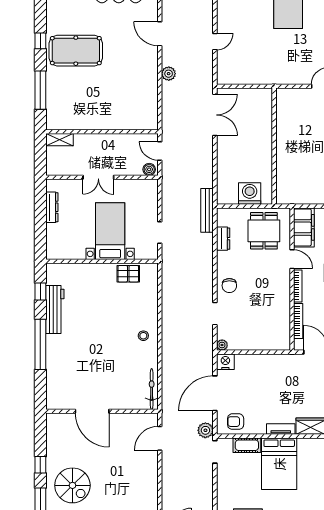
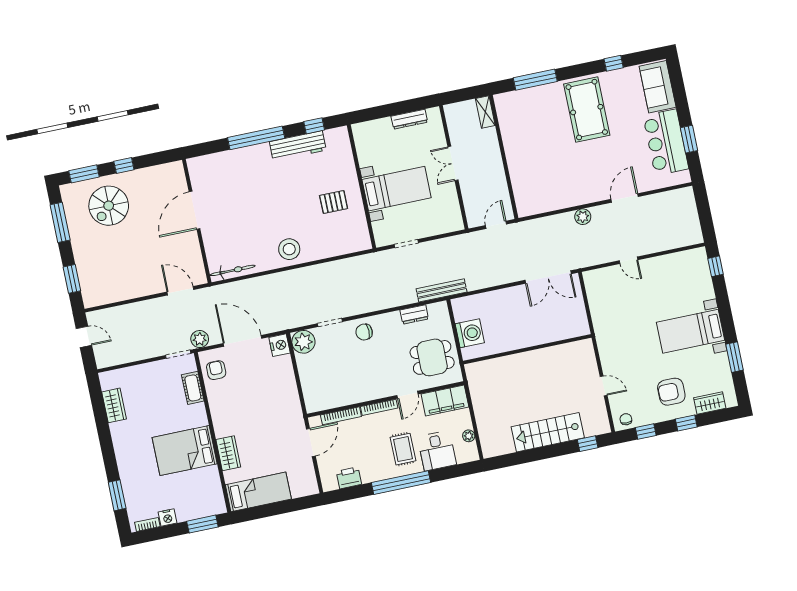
window: (40, 41) -> (614, 63), moved
boiler: (149, 169) -> (473, 217), removed
pallet: (128, 274) -> (334, 202), moved, turned 90
stool: (143, 336) -> (289, 249), width x1.89, depth x1.89
plant: (222, 345) -> (303, 342), width x1.87, depth x1.87
tv unit: (281, 429) -> (218, 421), removed
bed: (279, 464) -> (185, 451), moved

